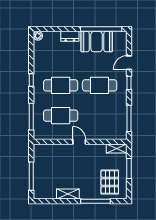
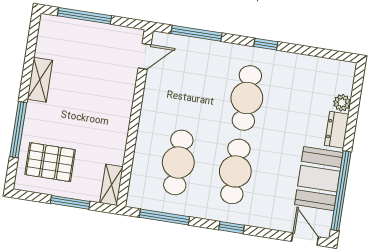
plant: (38, 36) -> (342, 103), moved
door: (129, 63) -> (305, 239), moved
cafe table: (61, 116) -> (178, 162), moved
door: (79, 142) -> (145, 56), moved

